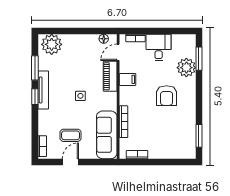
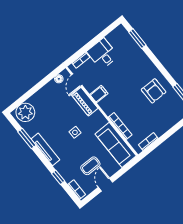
plant: (186, 68) -> (134, 52), removed
armchair: (167, 96) -> (154, 91), moved
window: (35, 97) -> (58, 177), moved

